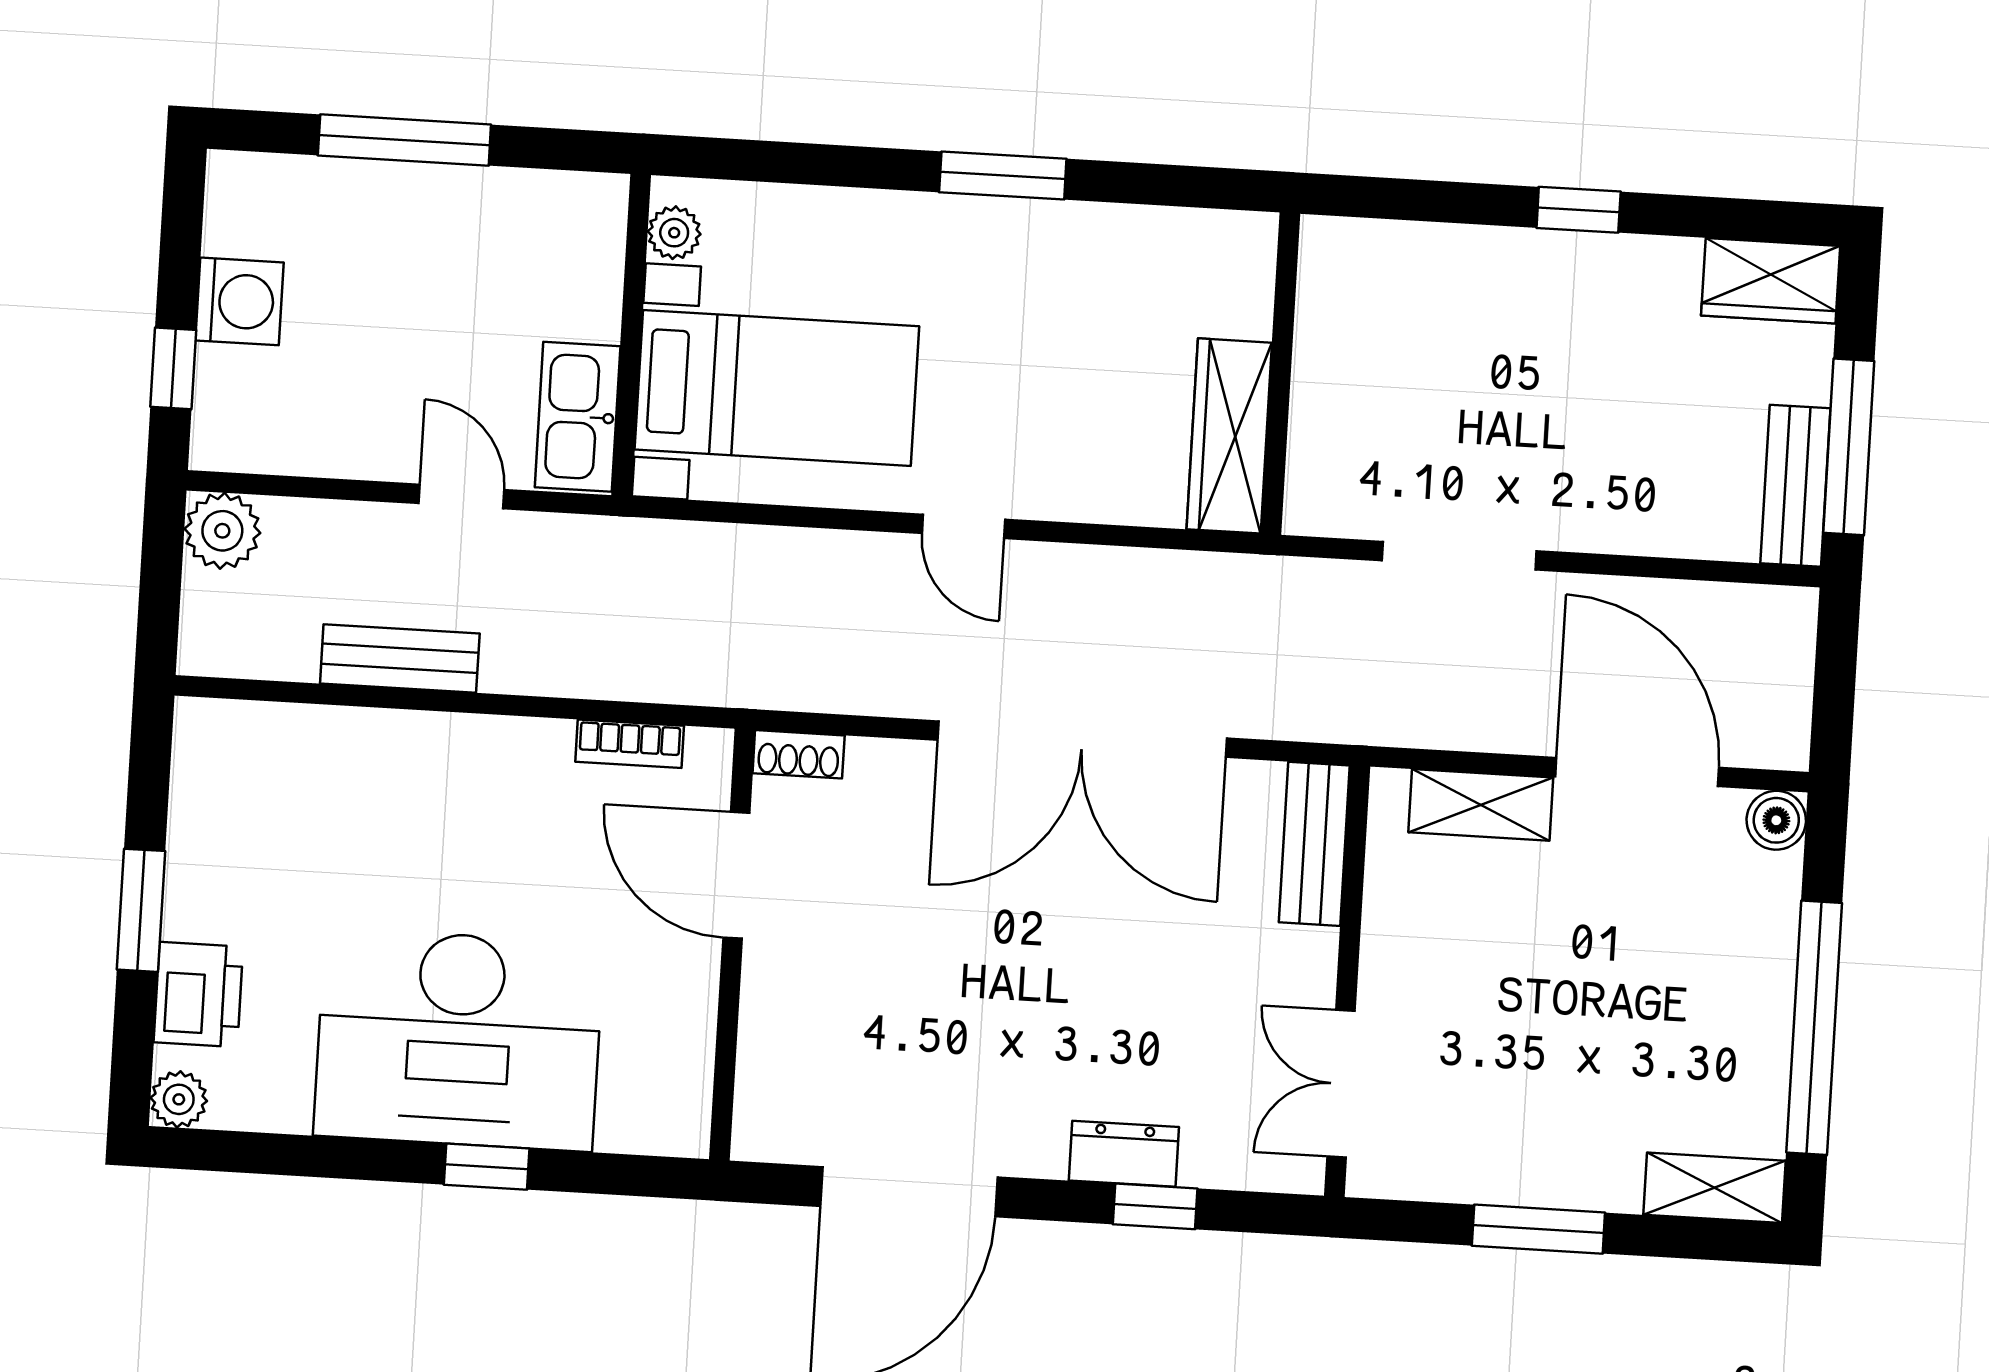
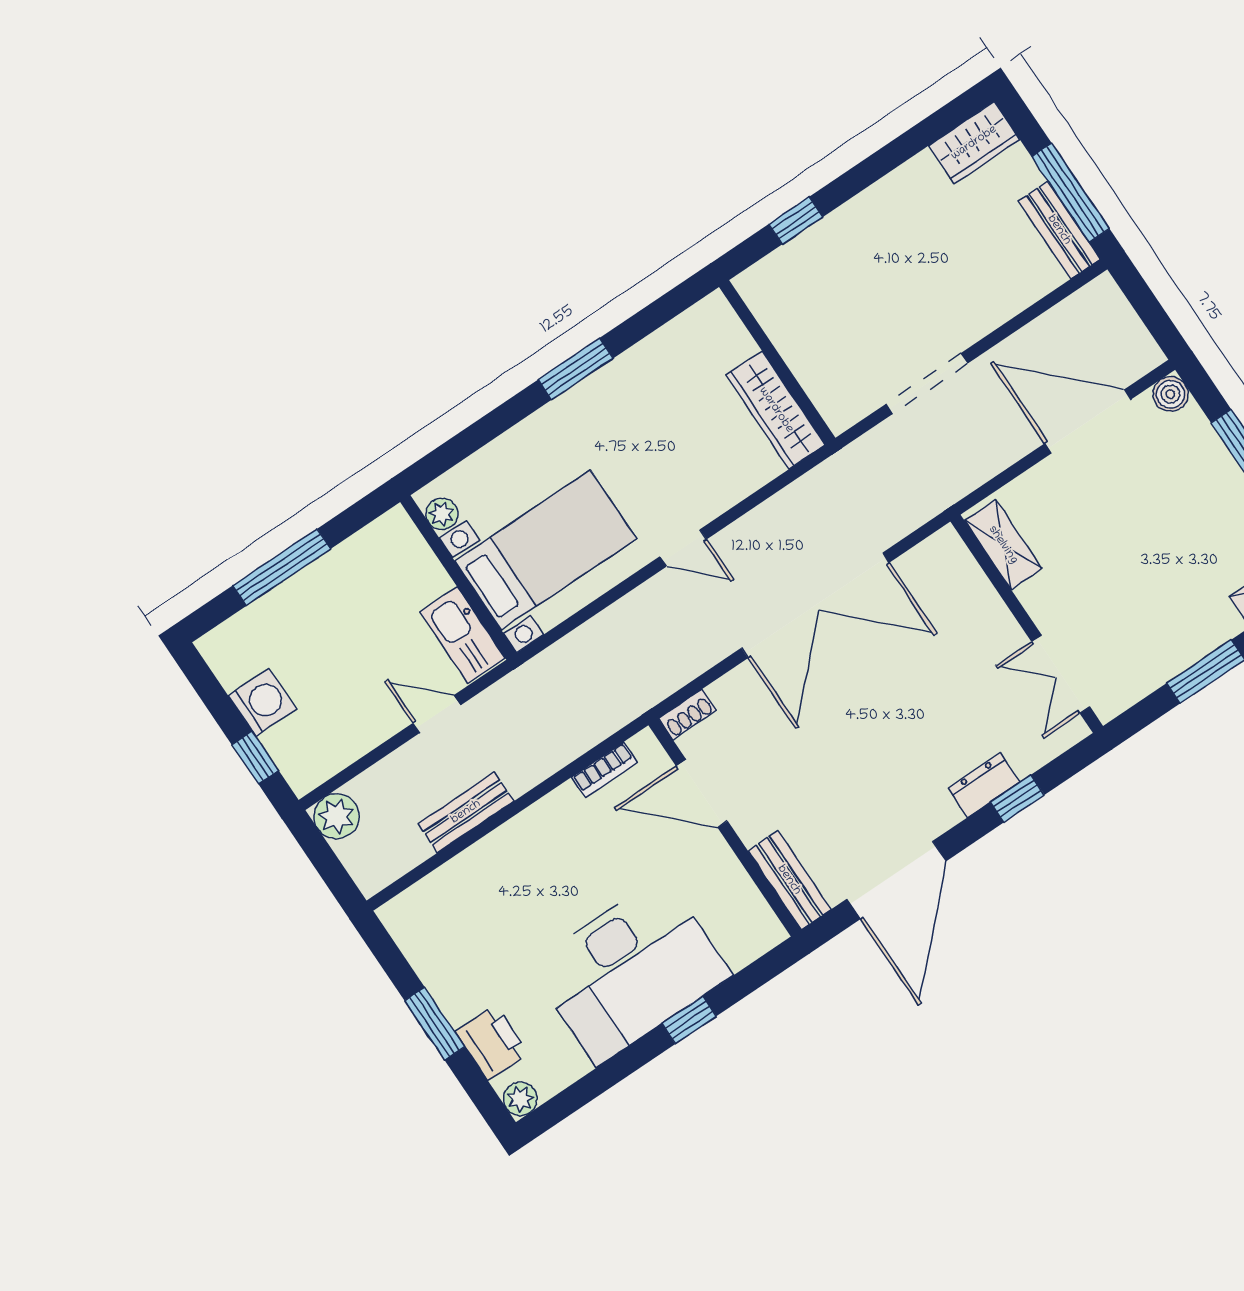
window: (1579, 210) -> (796, 221), moved
shelving: (1481, 805) -> (1003, 545), moved, turned 90
bench: (1314, 844) -> (789, 880), moved

